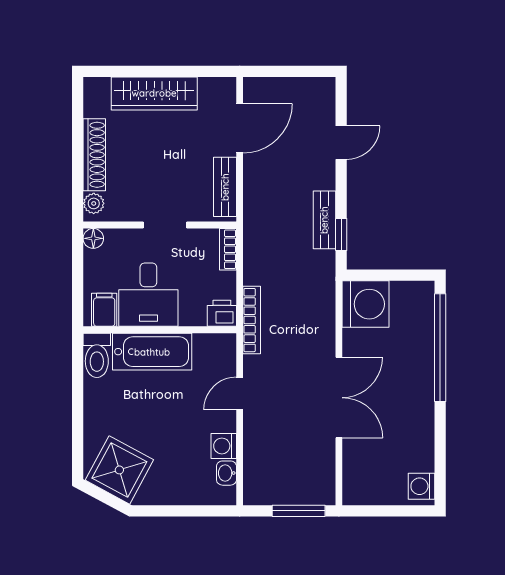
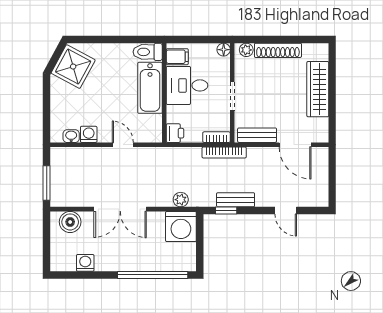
plant: (324, 304) -> (181, 200), added
bookcase: (252, 320) -> (224, 152), moved
boiler: (359, 475) -> (70, 222), added
washing machine: (422, 486) -> (85, 263), moved

